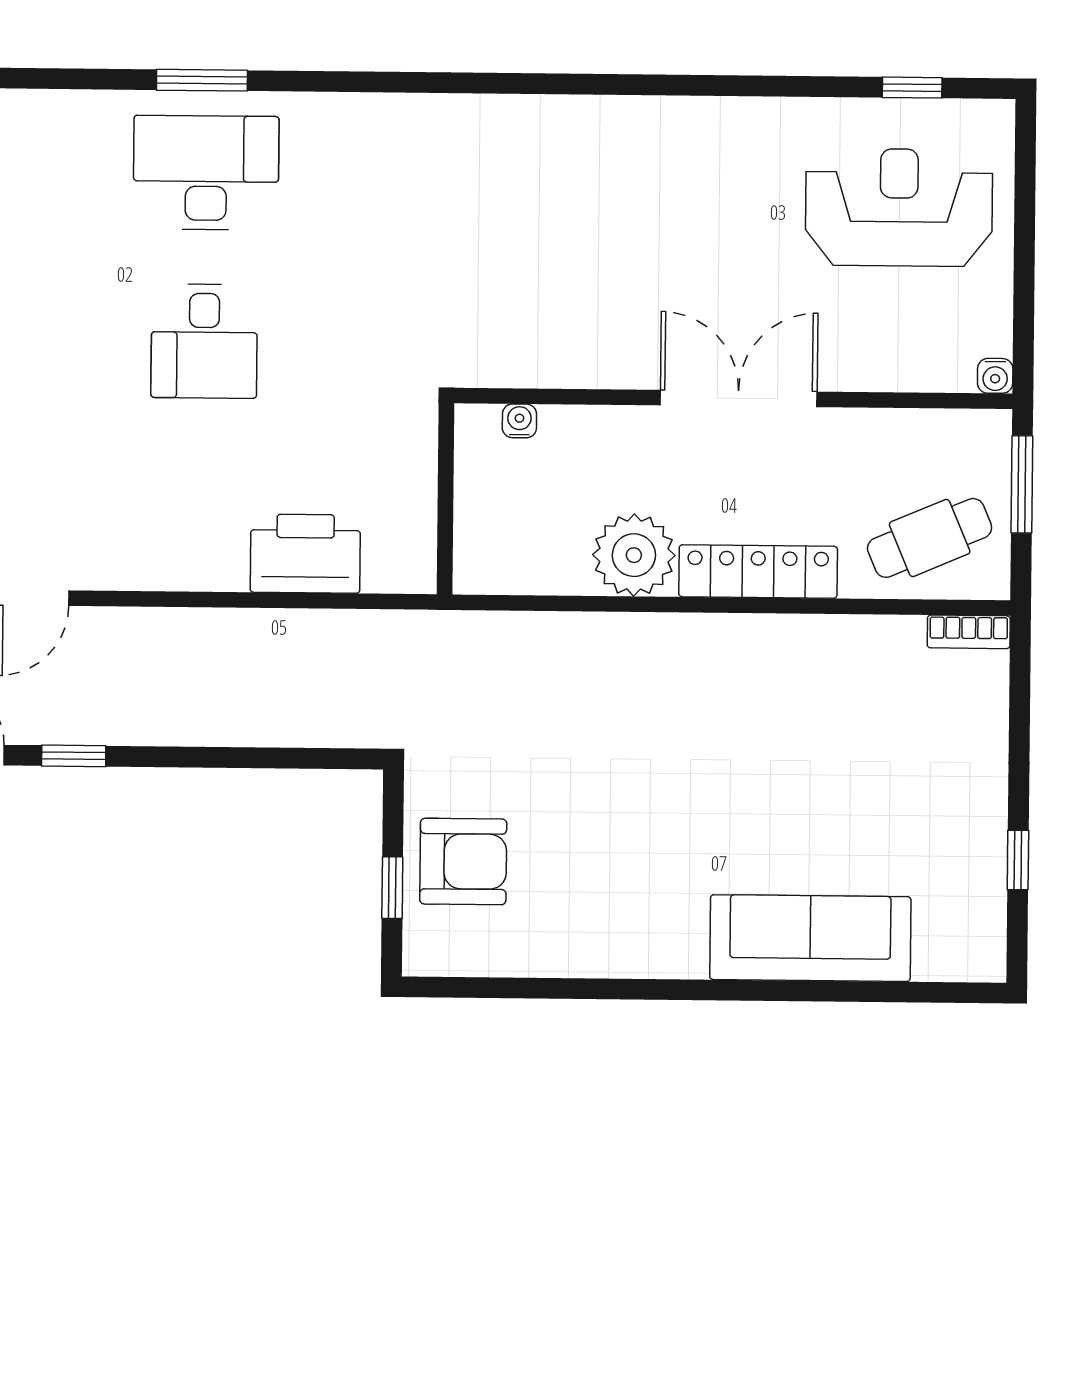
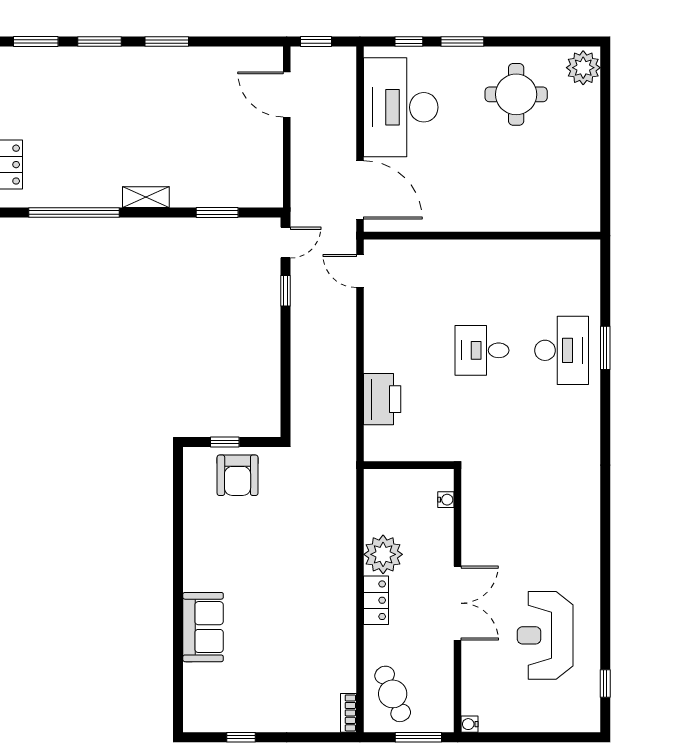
reception desk: (899, 207) -> (545, 635), moved, turned 180
locker: (758, 571) -> (376, 600), width x0.66
sofa: (810, 938) -> (203, 627), width x0.73

